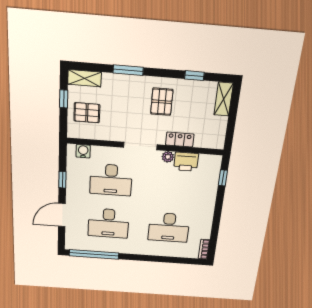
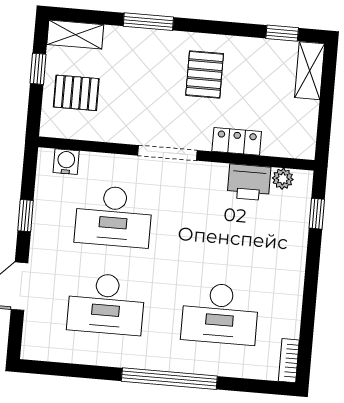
window: (194, 76) -> (282, 33), moved
plant: (168, 157) -> (283, 179), moved
window: (94, 254) -> (169, 379), moved

